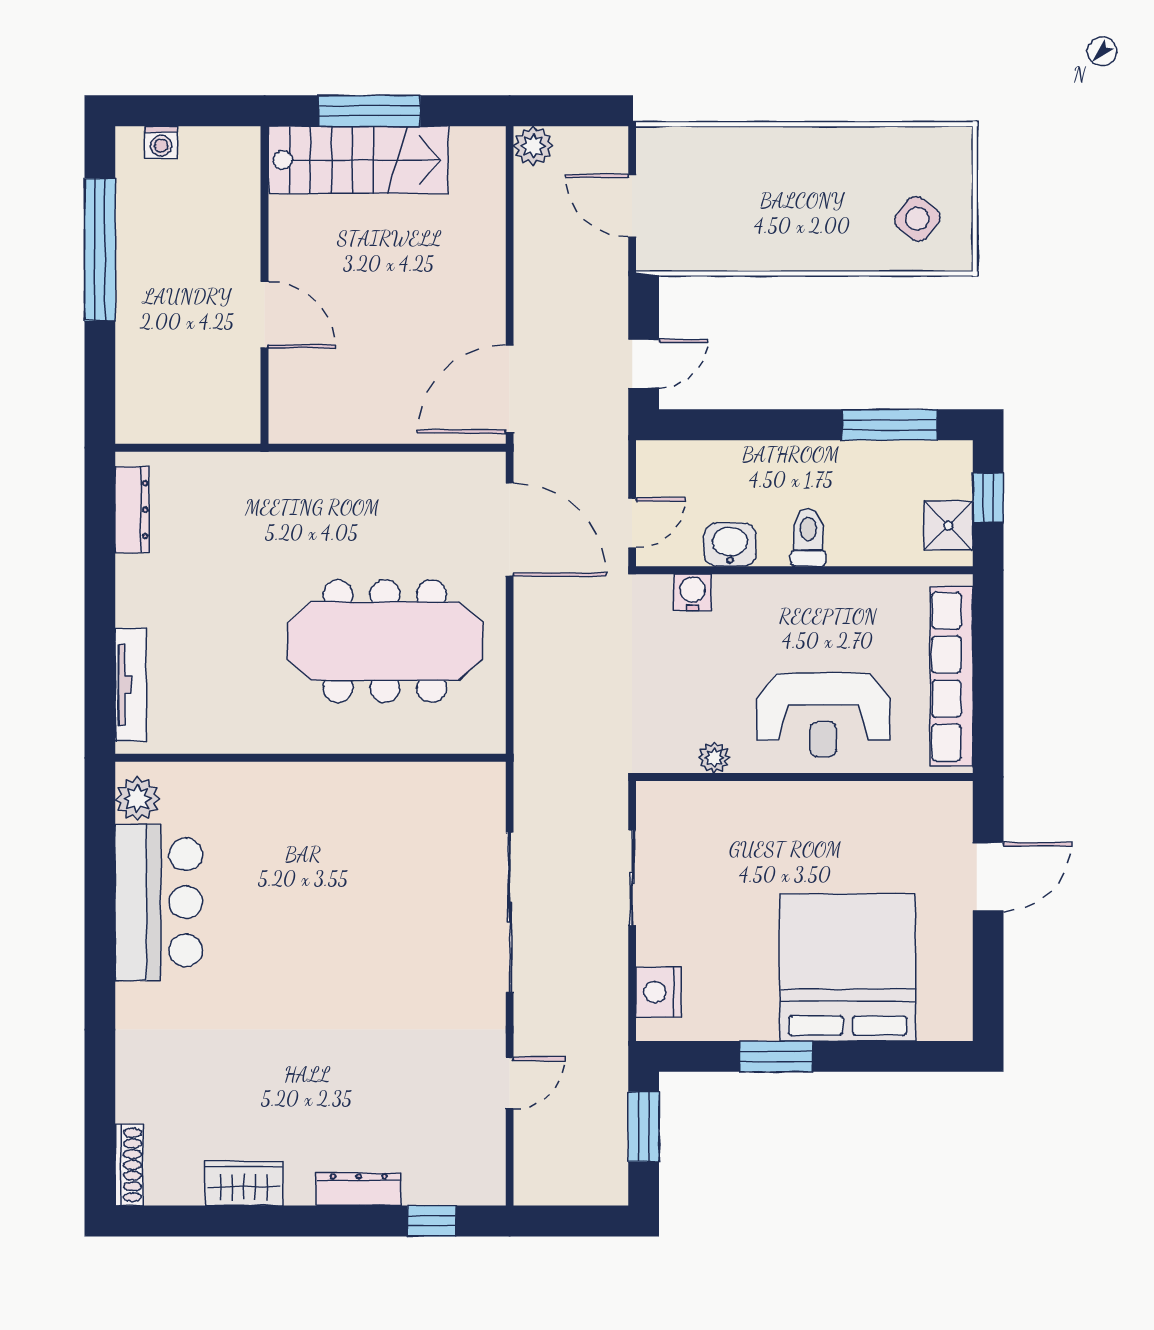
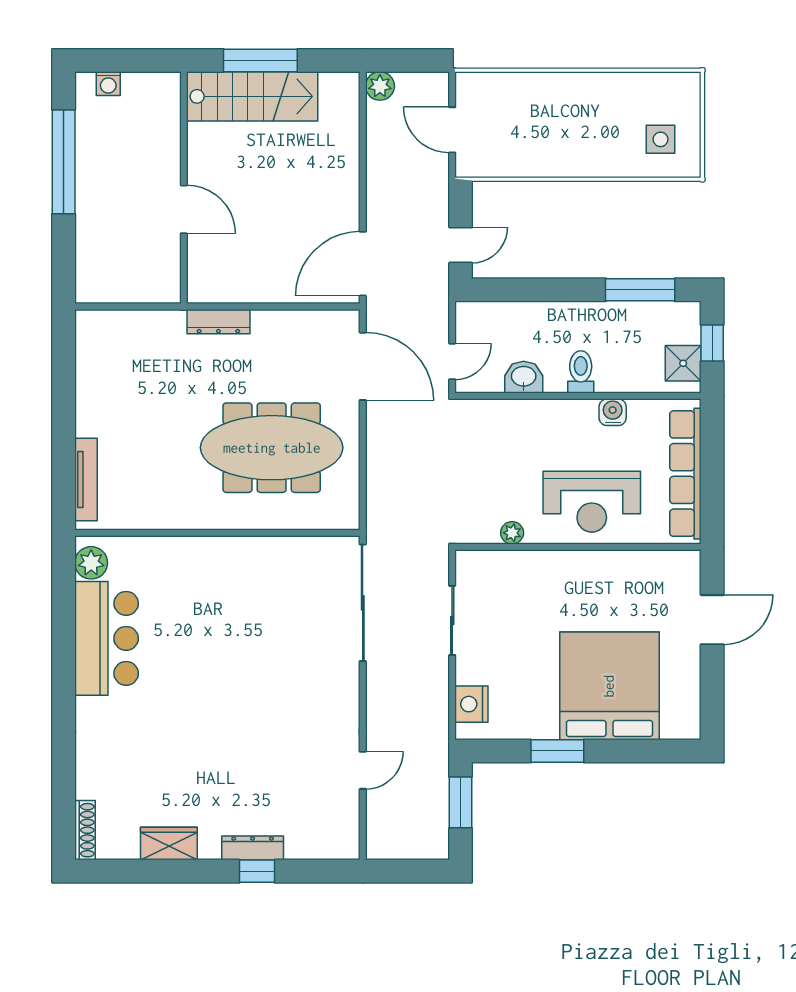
side table: (917, 219) -> (660, 139), turned -38
dresser: (132, 510) -> (218, 322), moved, turned 90
water cooler: (693, 592) -> (613, 412), moved
sliding door: (510, 912) -> (363, 603), moved
window: (432, 1221) -> (257, 871), moved

